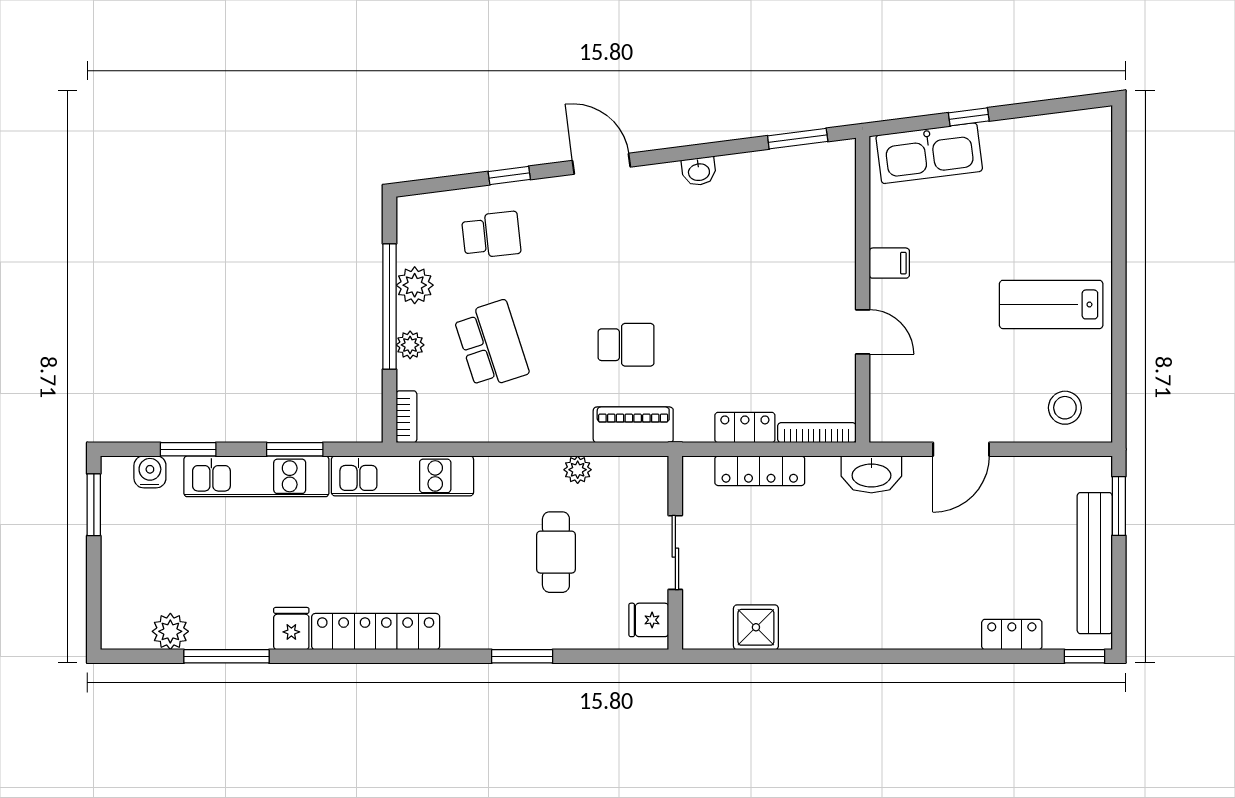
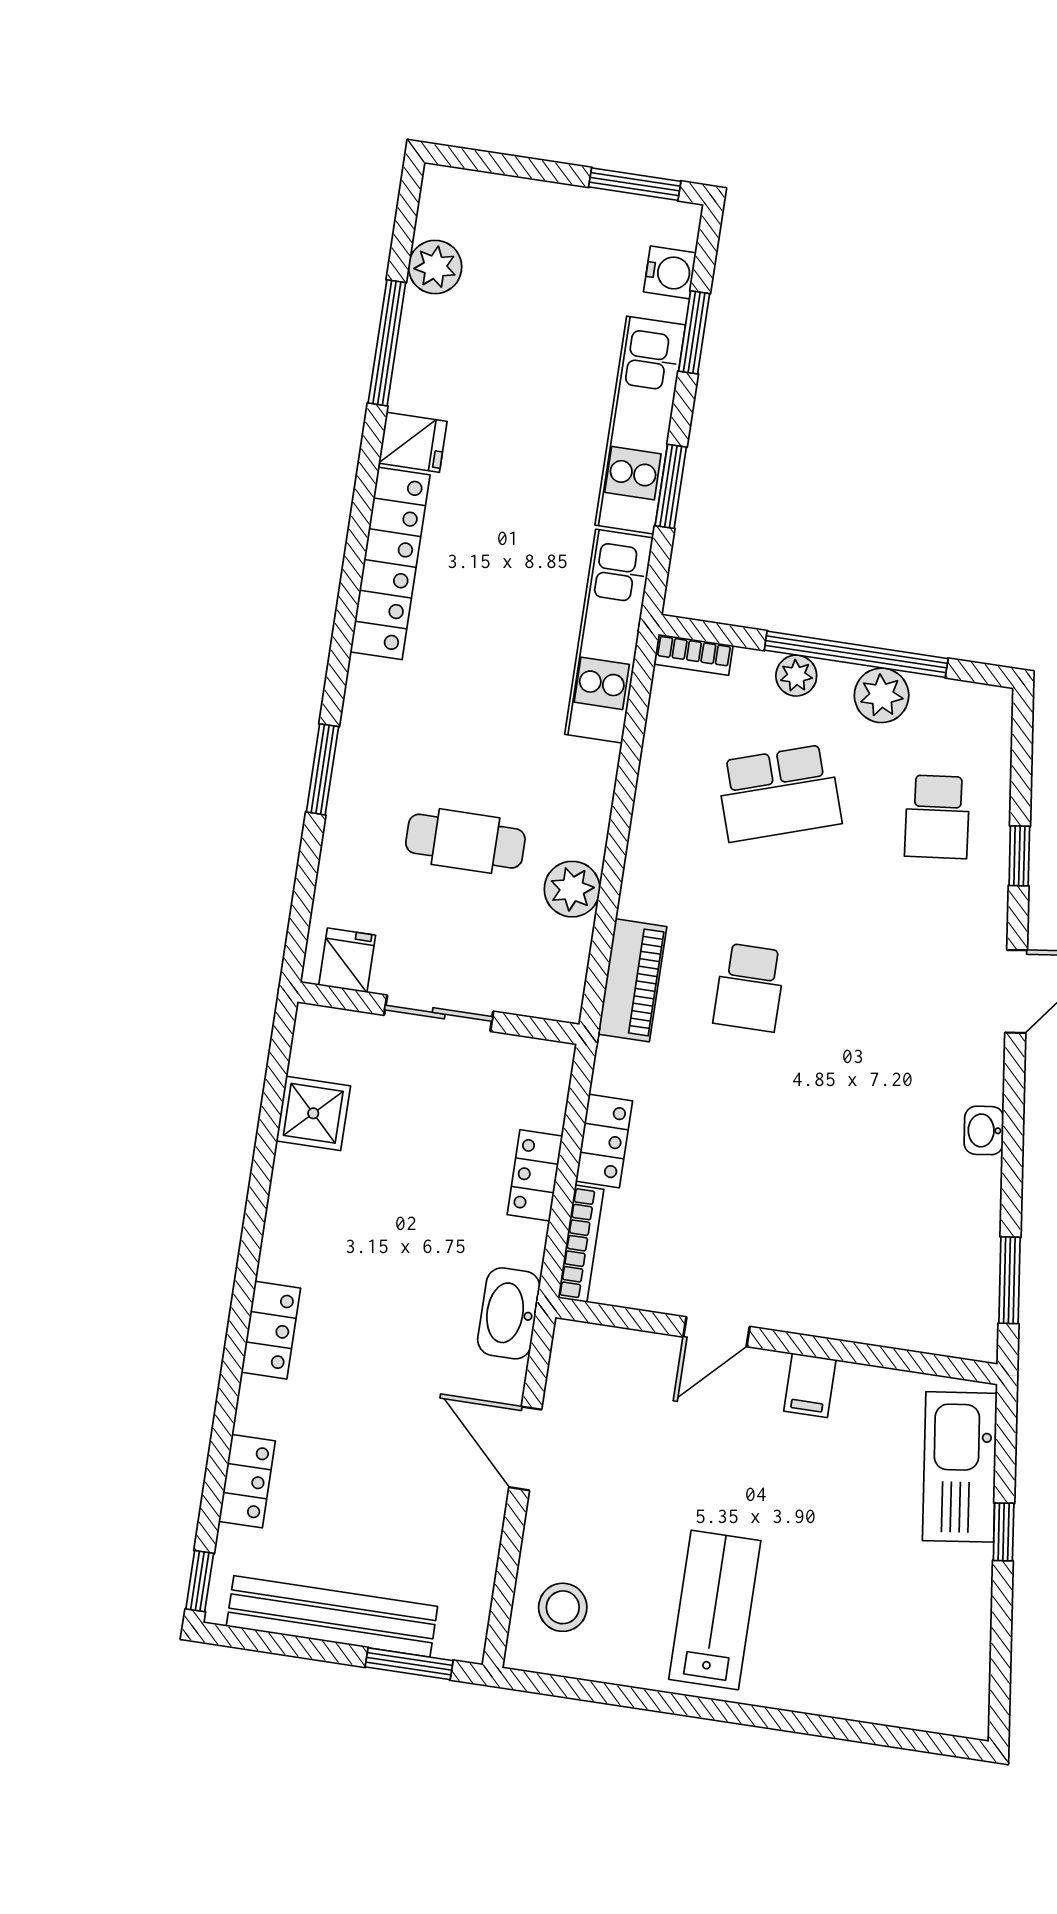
plant: (578, 470) -> (572, 889), width x1.38, depth x1.38
locker: (760, 471) -> (535, 1175), width x0.66
locker: (907, 634) -> (271, 1330), added

